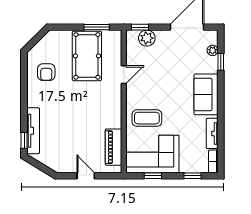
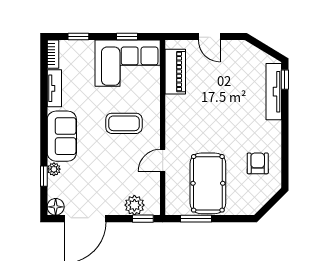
floor lamp: (211, 37) -> (56, 207), added
plant: (213, 50) -> (54, 169), moved
coffee table: (147, 118) -> (124, 123), moved

